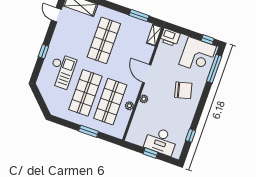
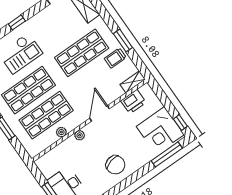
window: (139, 15) -> (123, 41), moved
trolley: (130, 27) -> (115, 58), added
printer: (170, 37) -> (133, 102), moved, turned -90
chair: (183, 90) -> (115, 165), moved

